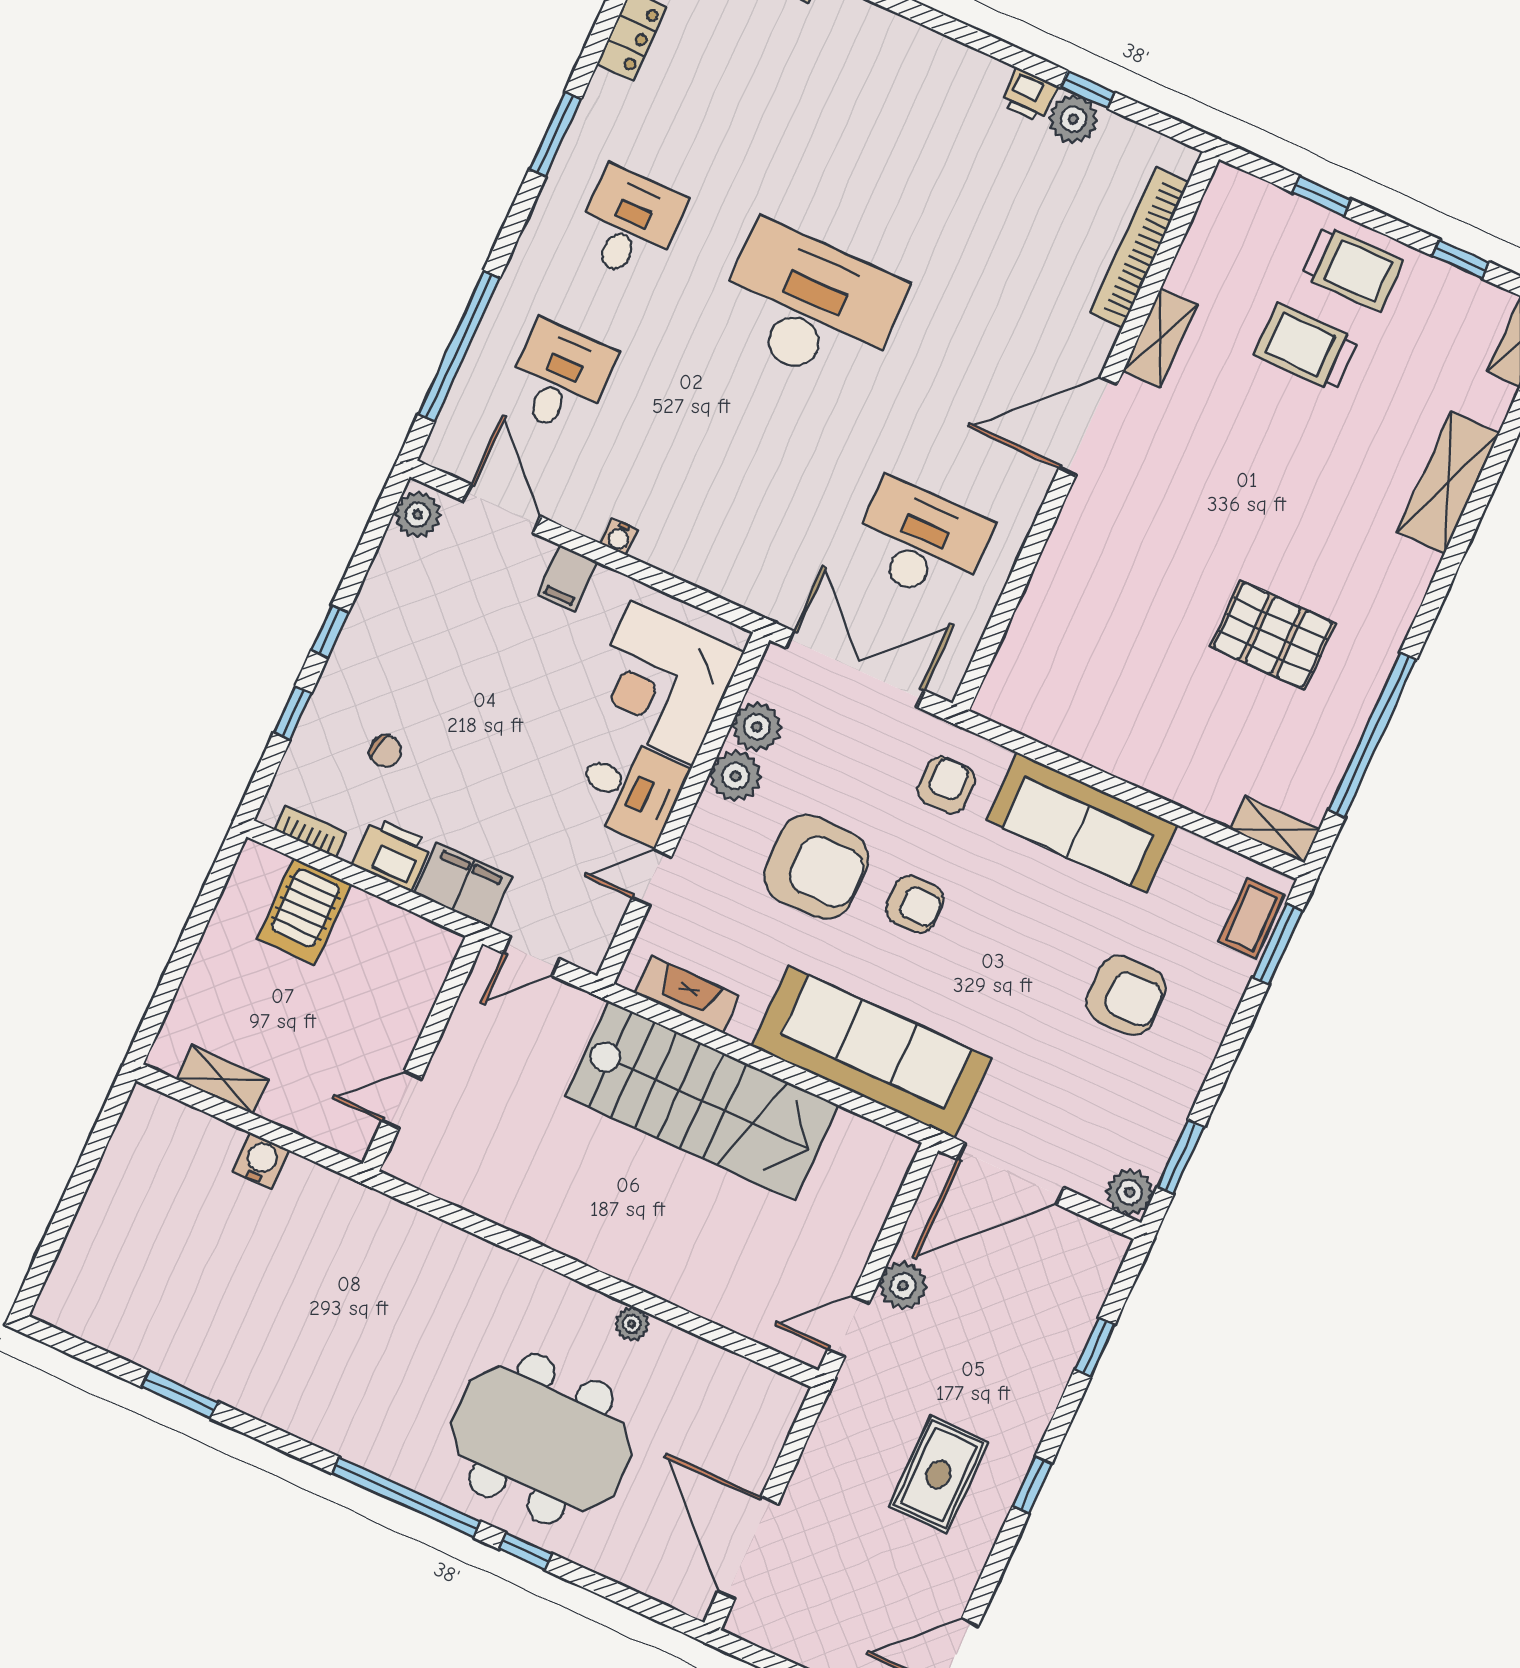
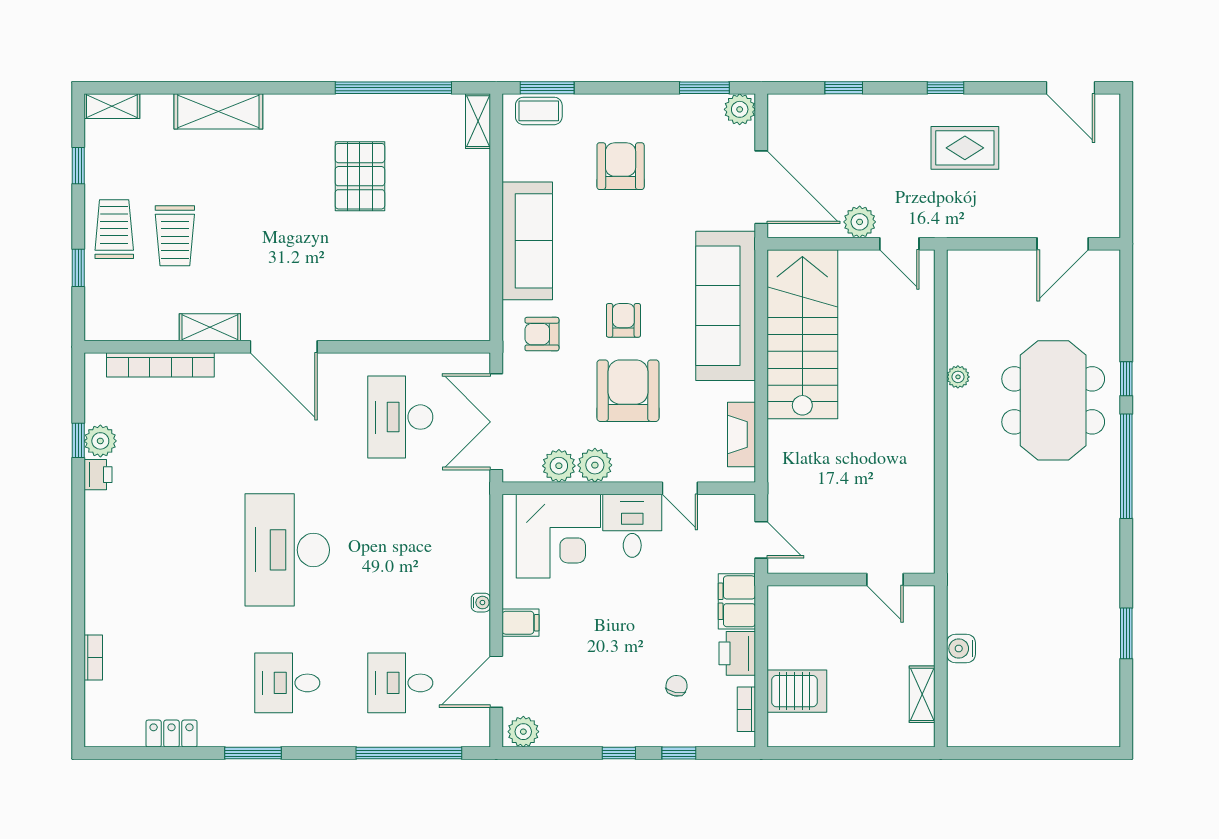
stairs: (702, 1101) -> (802, 334), moved
door: (748, 1548) -> (1063, 244), width x0.73

